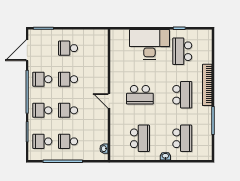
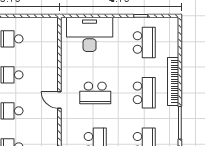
desk: (149, 44) -> (90, 34), moved
school desk: (182, 51) -> (144, 42), turned 180

